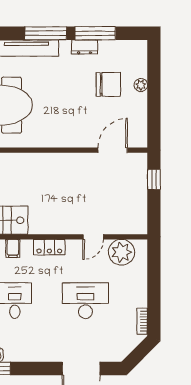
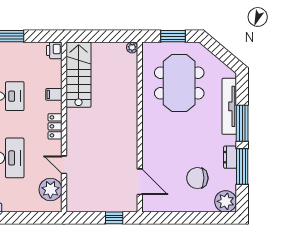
chair: (108, 84) -> (197, 178), turned 90
plant: (141, 85) -> (226, 201), moved, width x1.87, depth x1.87

